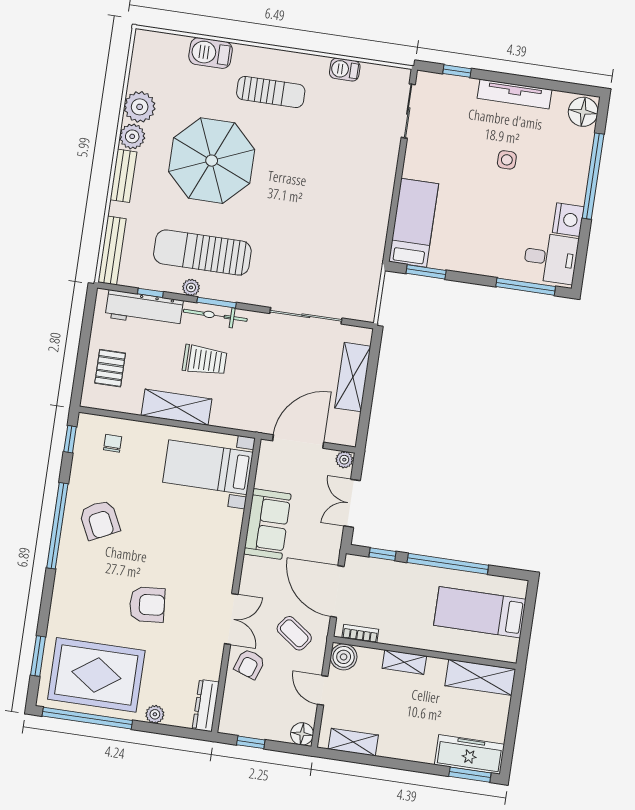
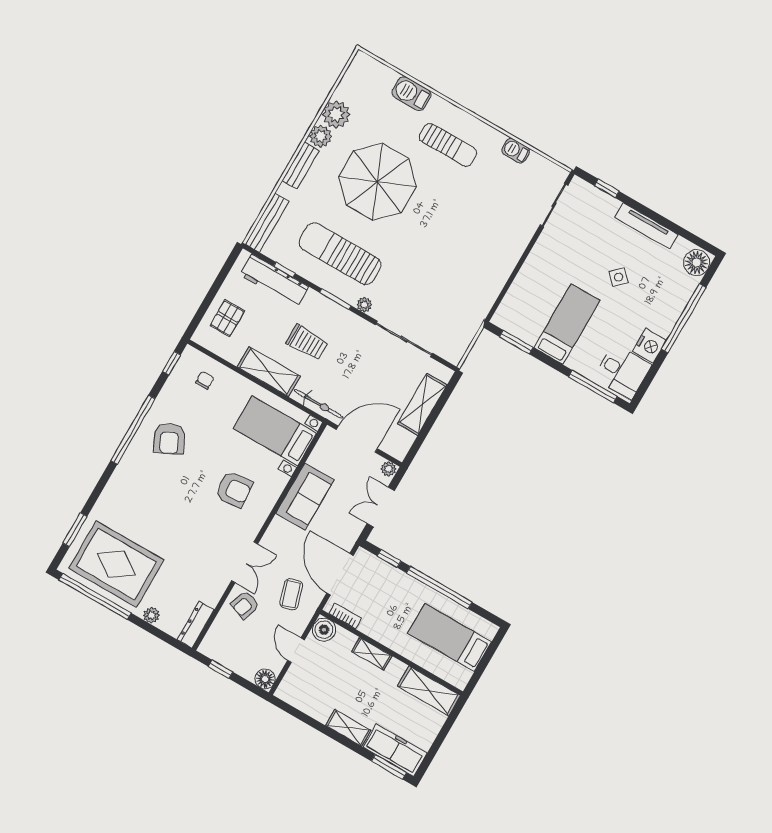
side table: (507, 160) -> (619, 277), turned 45
bed: (414, 223) -> (567, 324), moved
plant: (191, 287) -> (364, 305), moved
bicycle: (215, 315) -> (319, 404), moved, turned 180
armchair: (147, 605) -> (234, 489), moved
coffee table: (294, 633) -> (291, 594), turned 37
shelving: (353, 742) -> (348, 728), moved

